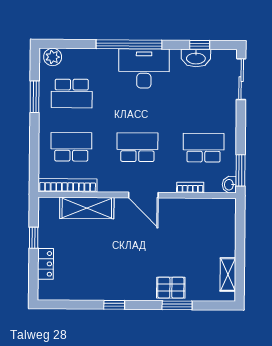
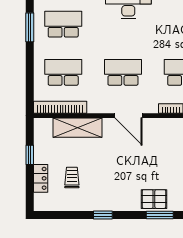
school desk: (72, 94) -> (63, 24), turned 180
trolley: (80, 263) -> (72, 178), added

